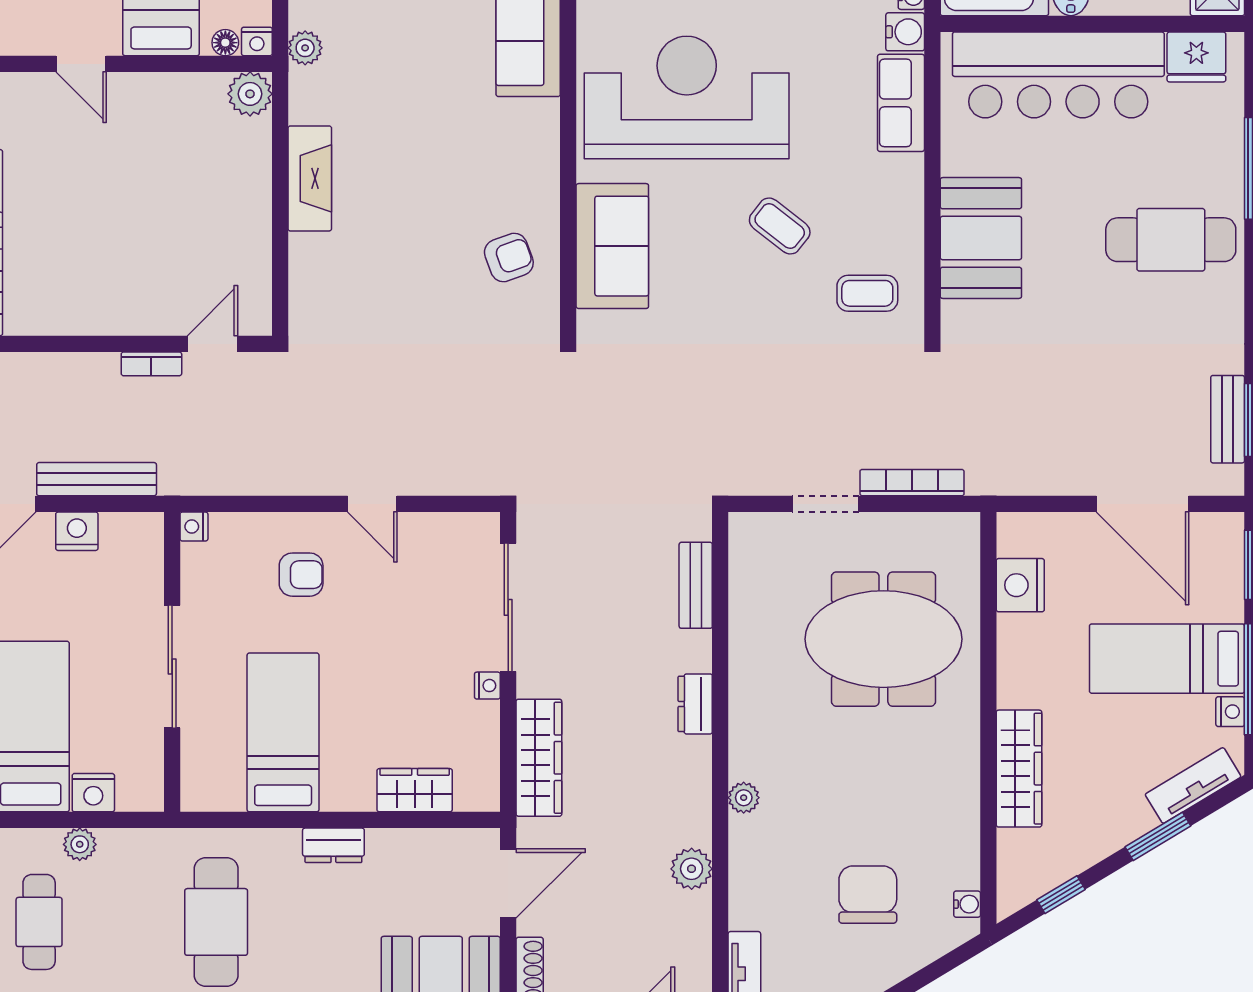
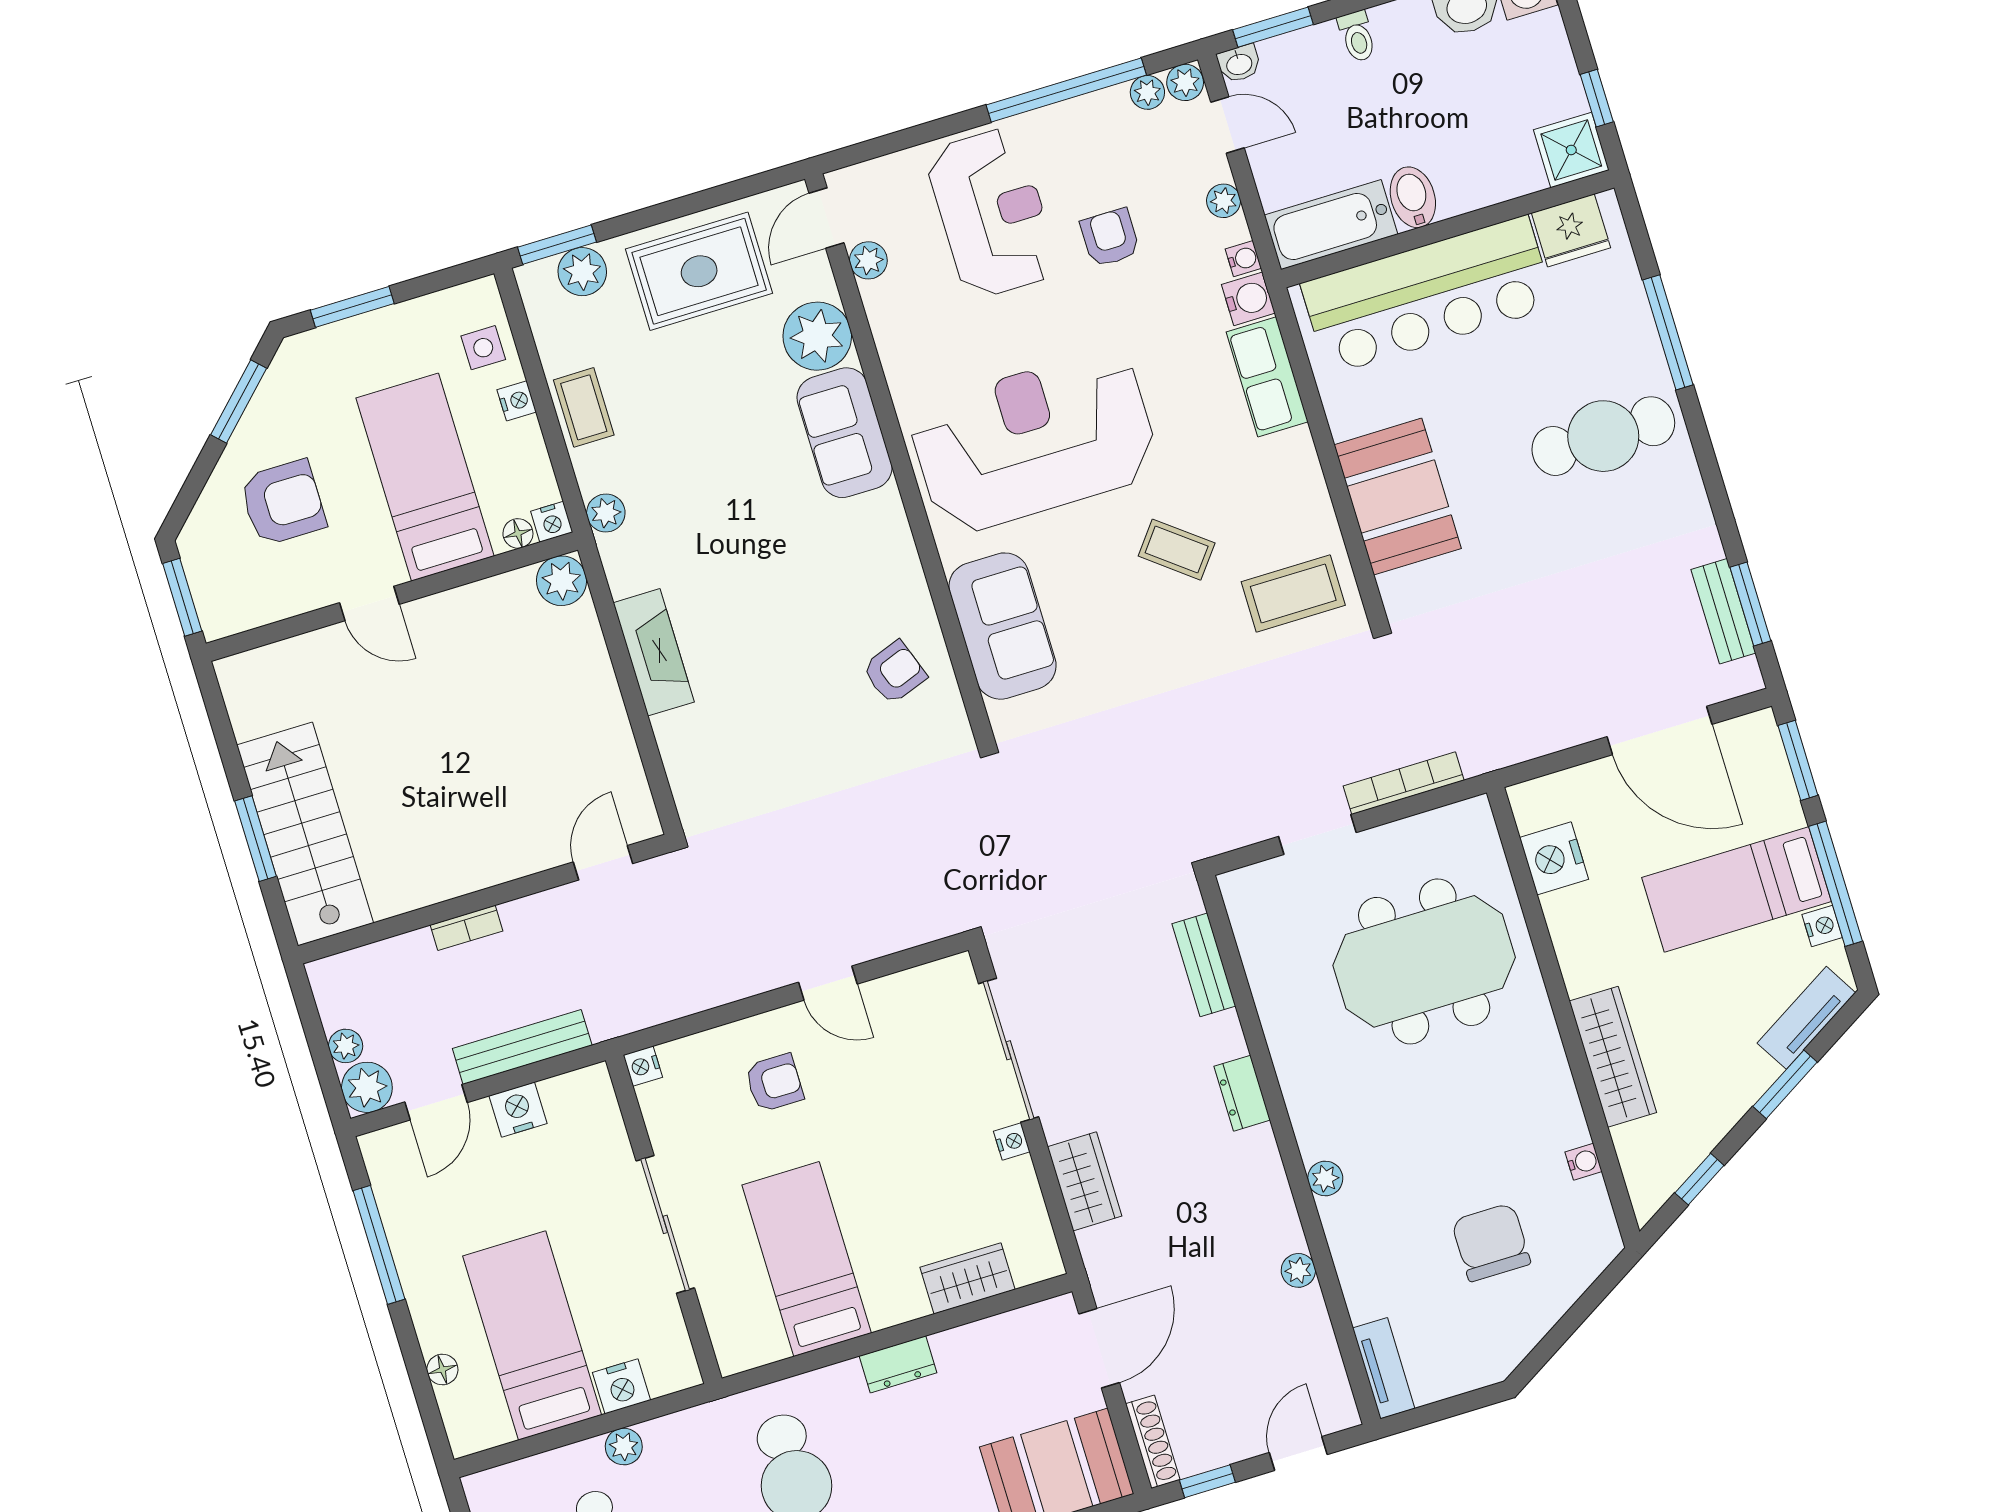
coffee table: (867, 293) -> (1293, 593), width x1.36, depth x1.30
bookcase: (151, 364) -> (467, 928), moved
wardrobe: (539, 758) -> (1085, 1181), width x0.67
plant: (692, 869) -> (1298, 1270), width x0.73, depth x0.73
water cooler: (967, 904) -> (1584, 1162), moved

